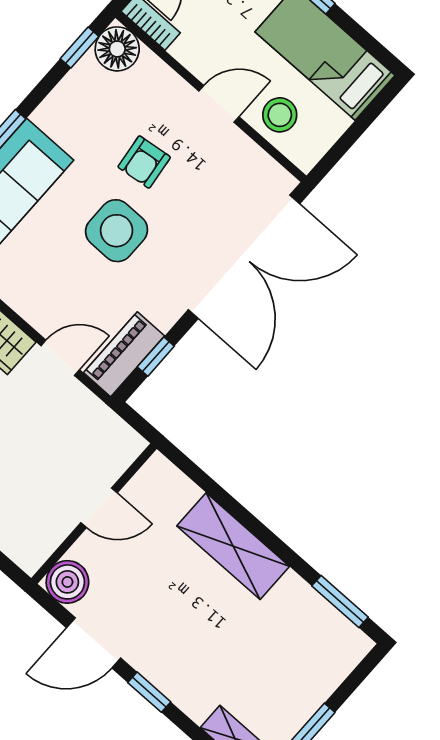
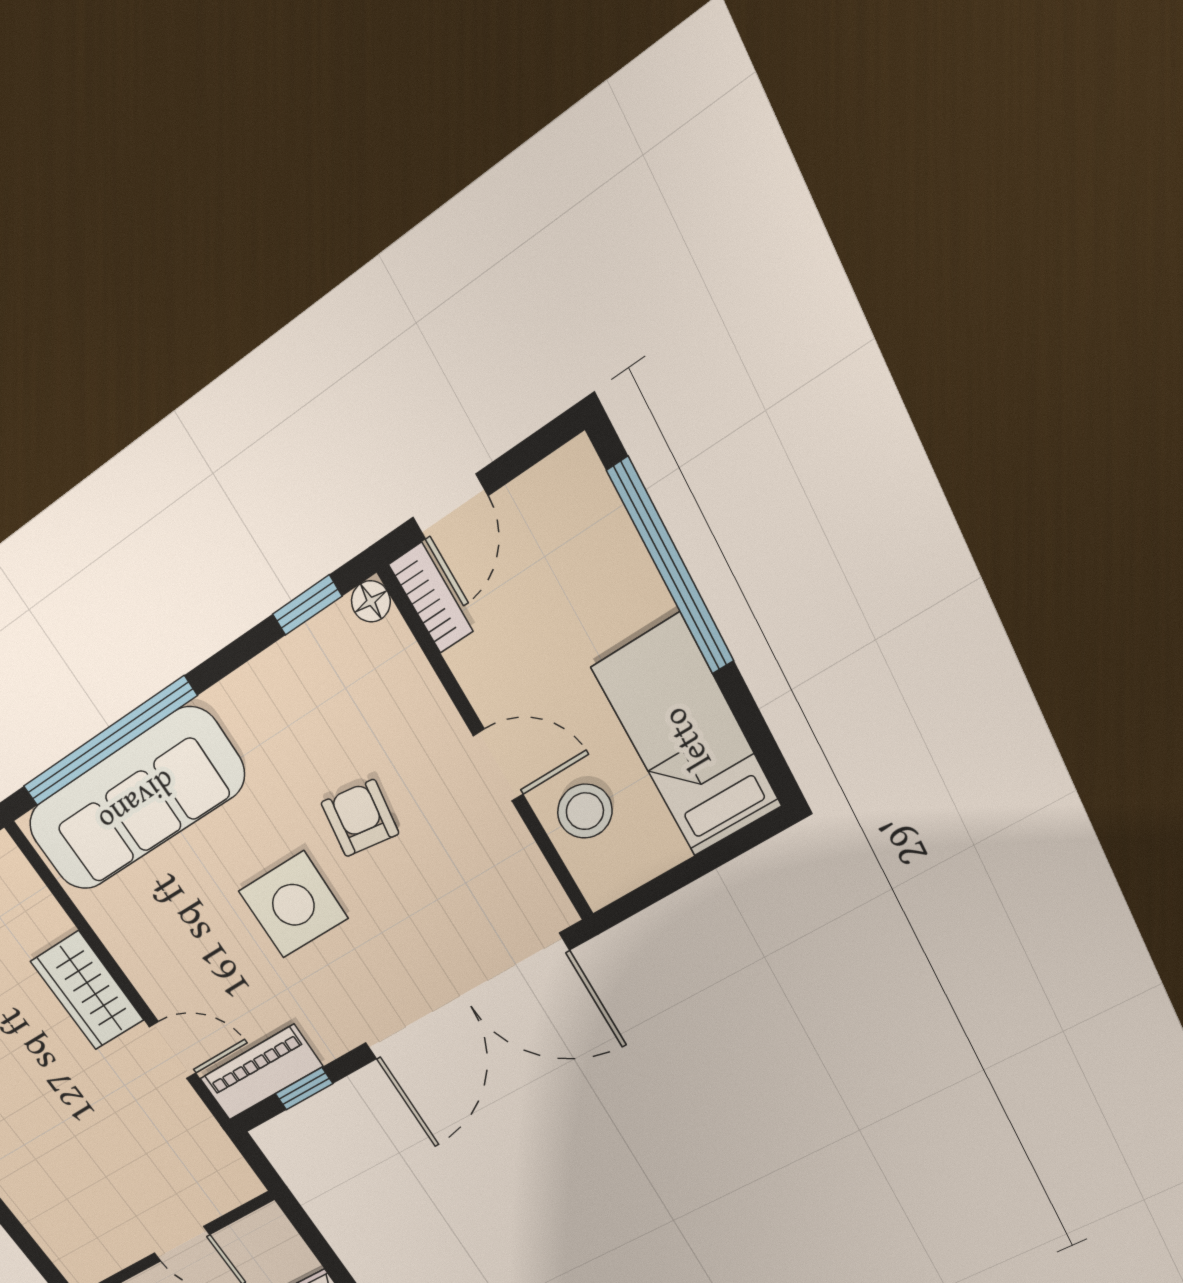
floor lamp: (117, 49) -> (371, 601), width x0.53, depth x0.53
armchair: (144, 162) -> (360, 818), turned 105

